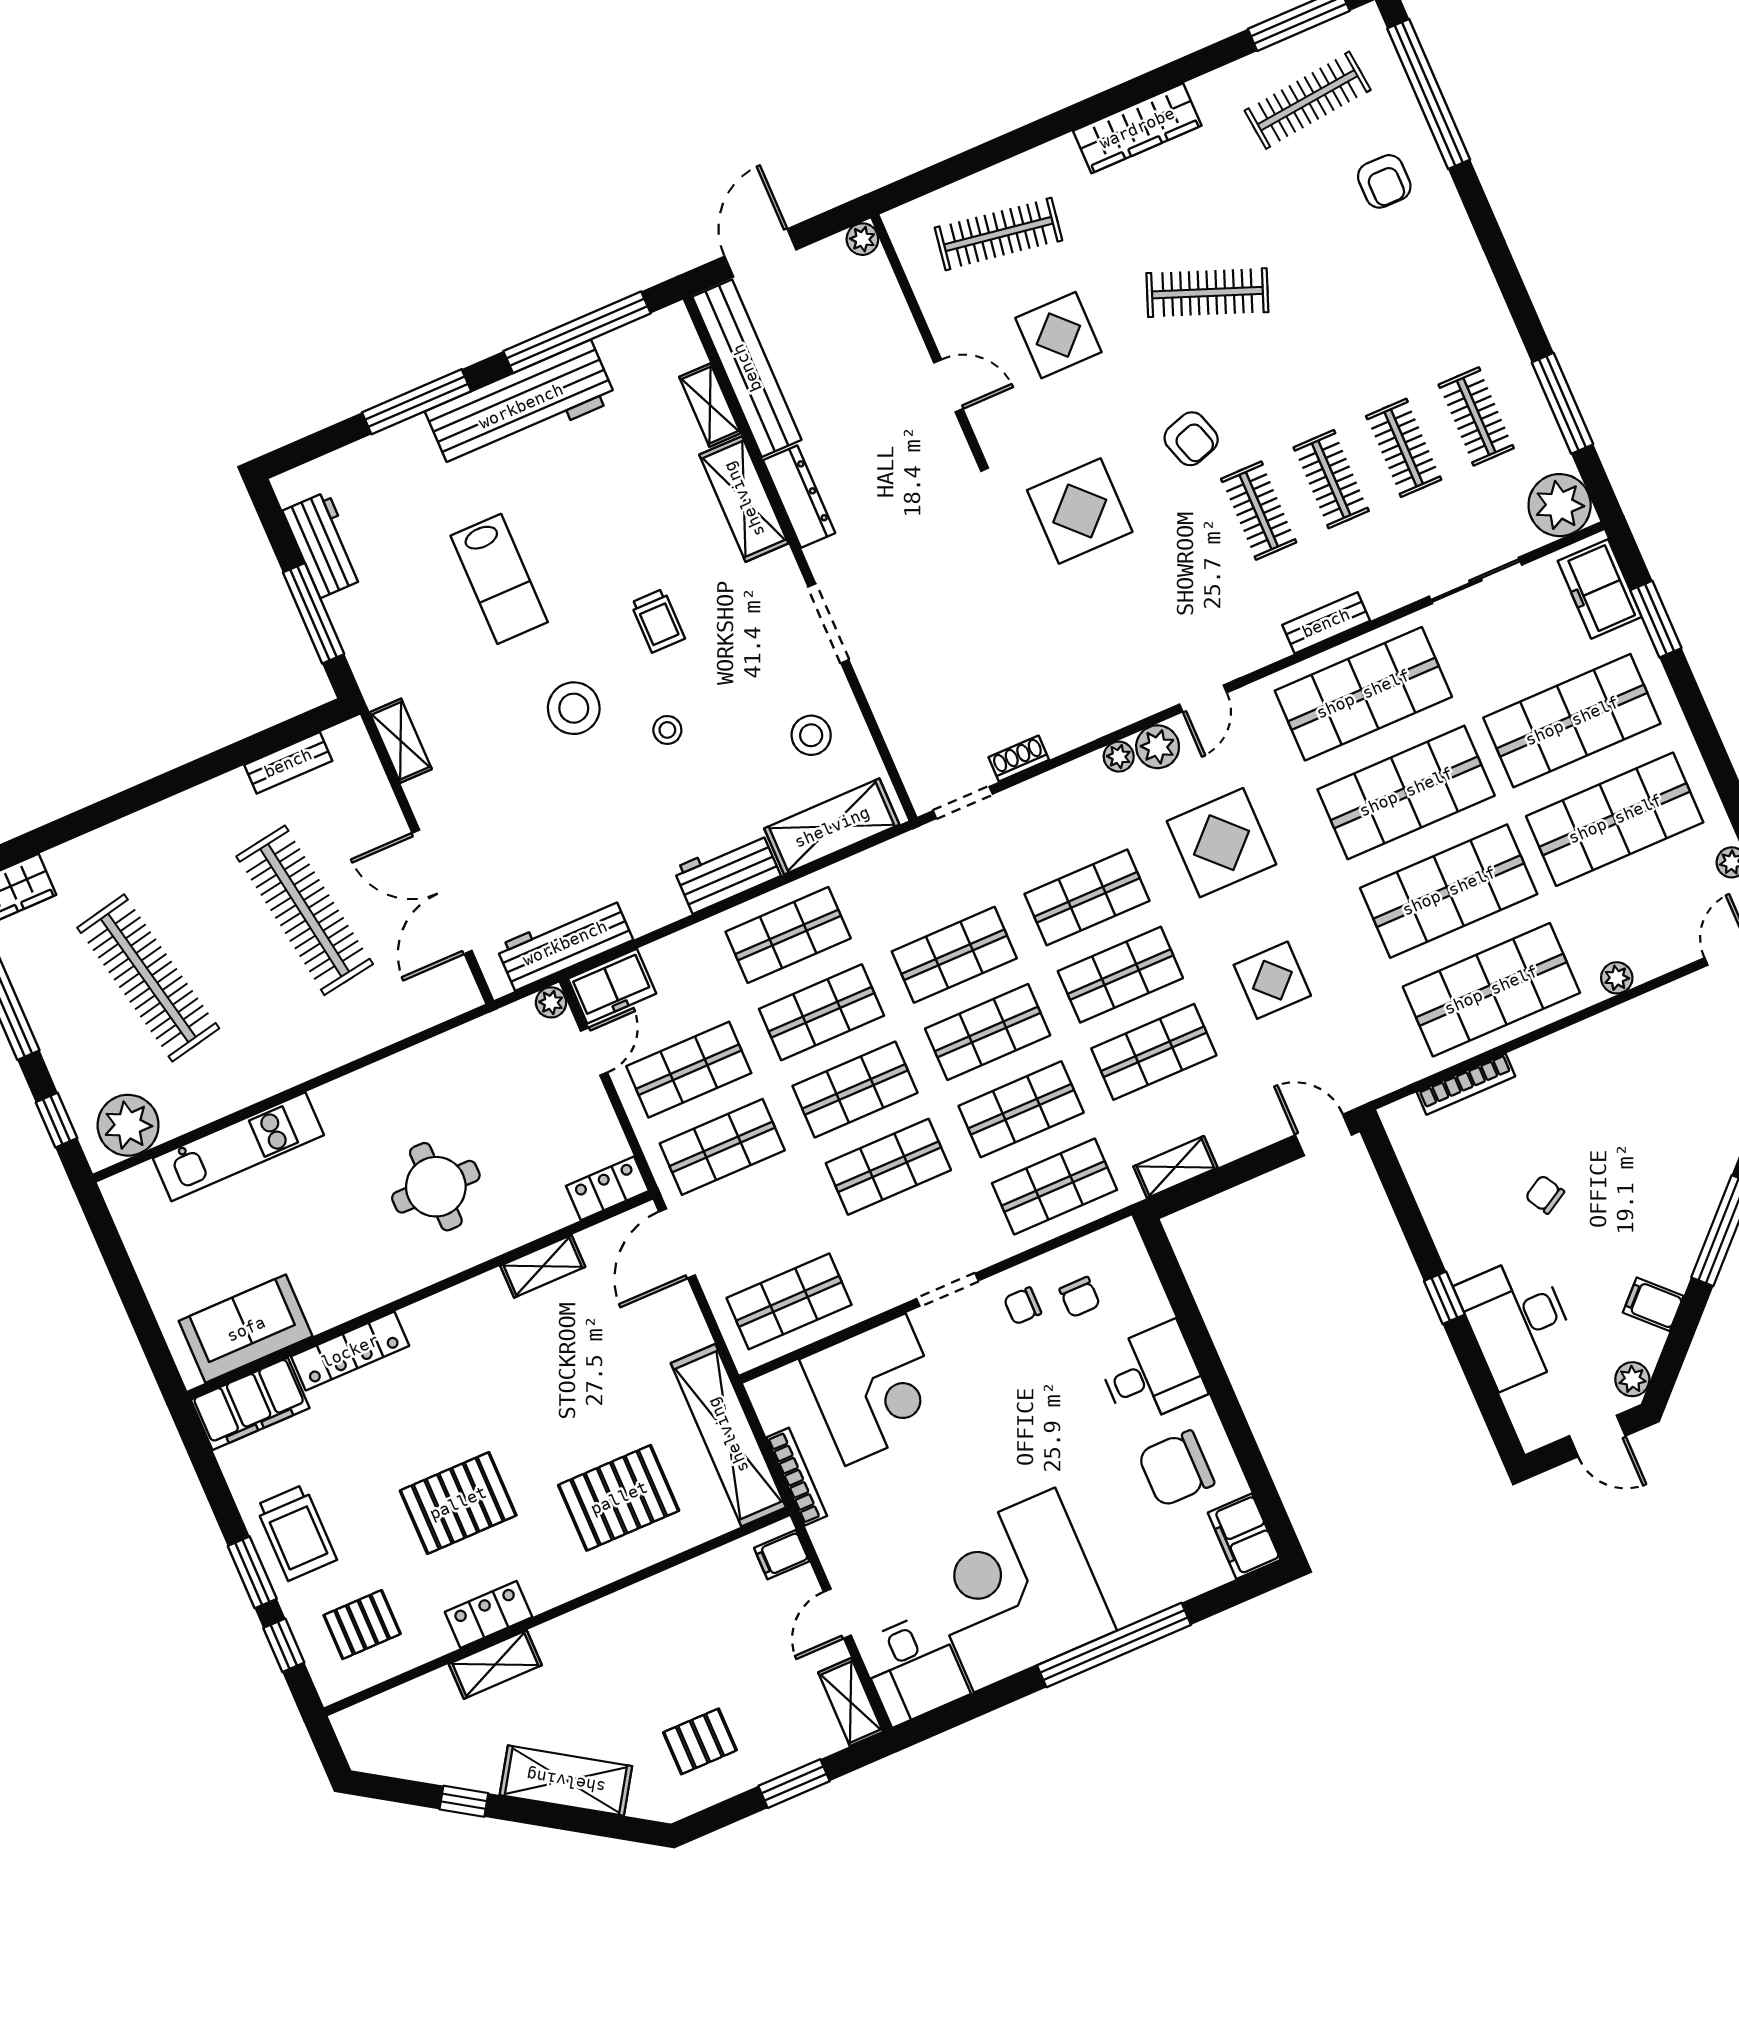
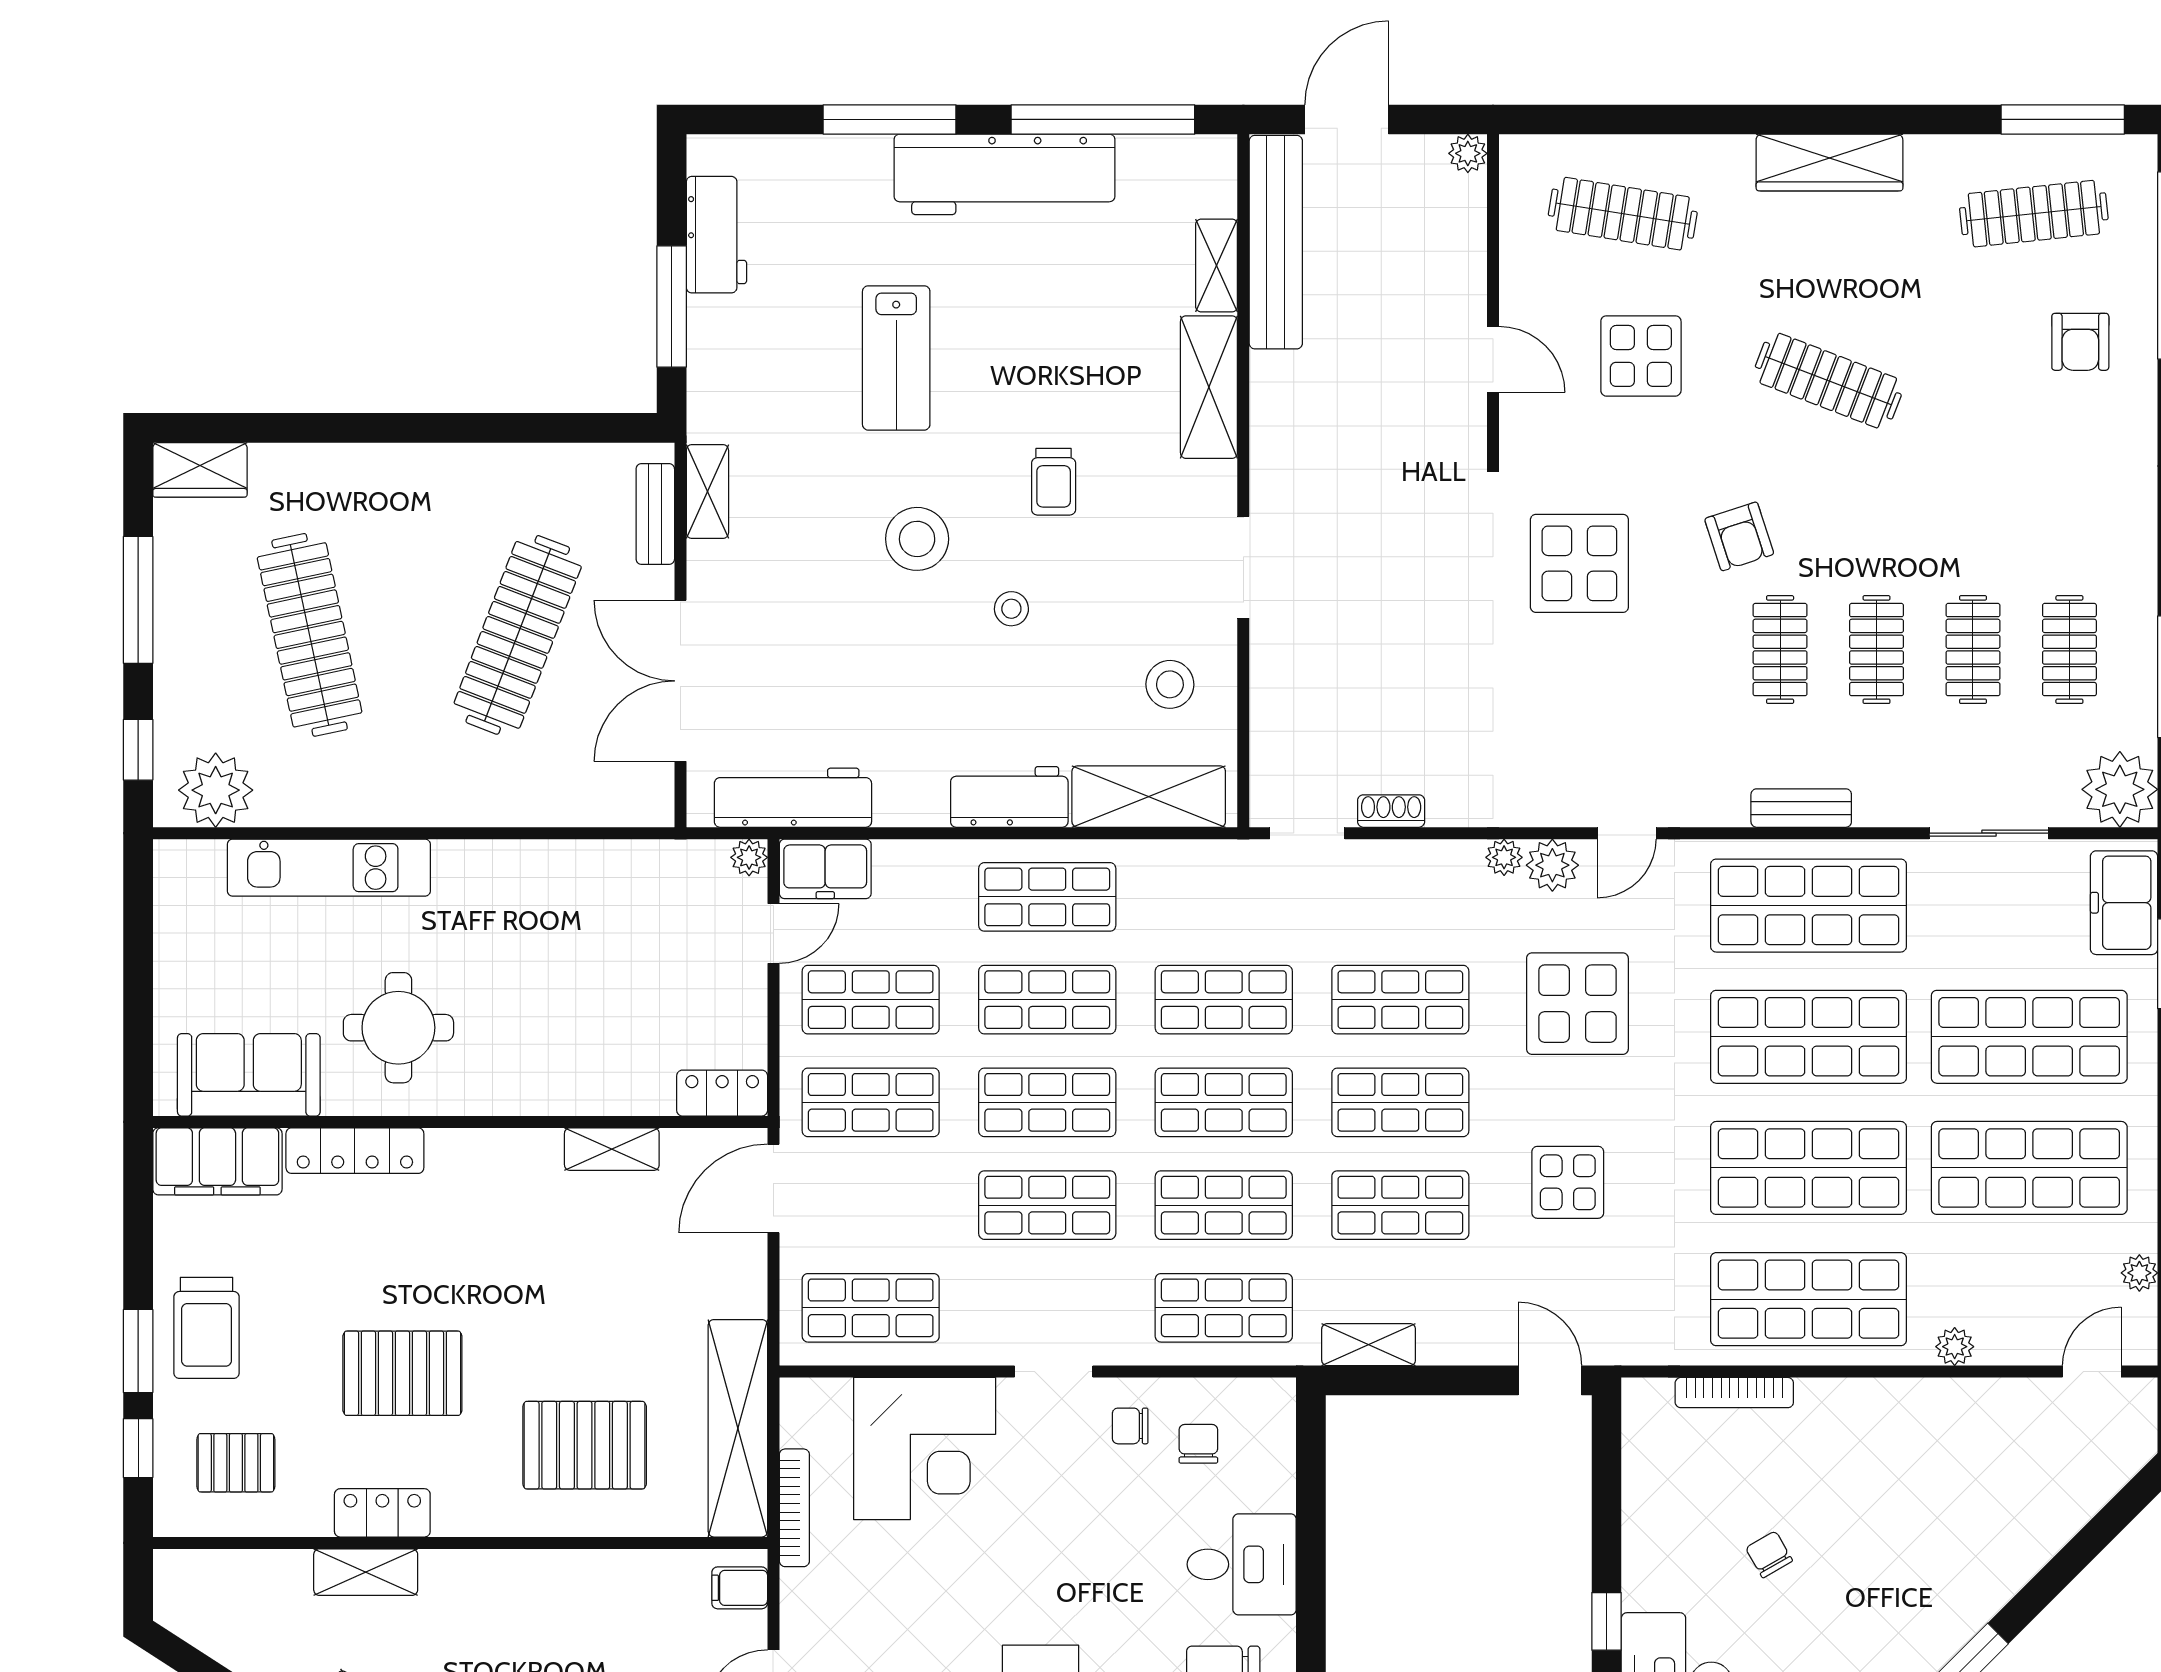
dresser: (799, 497) -> (1272, 411), removed
bench: (288, 763) -> (655, 514), moved, turned 90
clothes rail: (305, 910) -> (518, 635), turned 30
round table: (436, 1187) -> (398, 1028), moved
chair: (1080, 1297) -> (1198, 1444), turned 180

